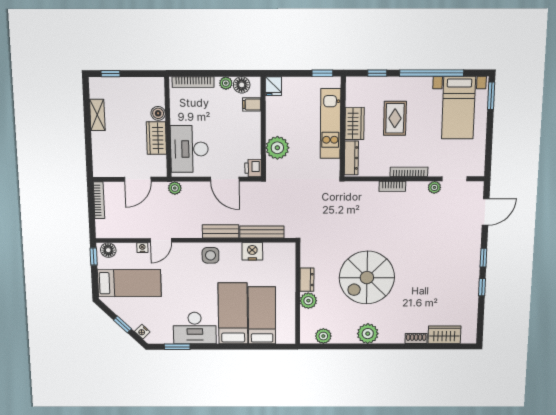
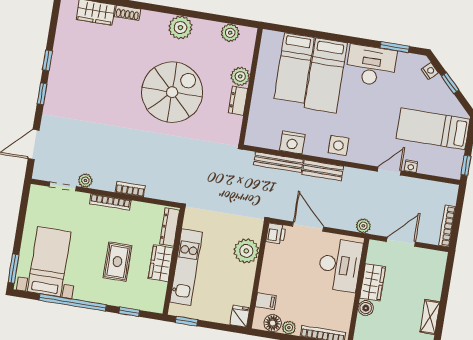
floor lamp: (108, 250) -> (448, 170), removed

